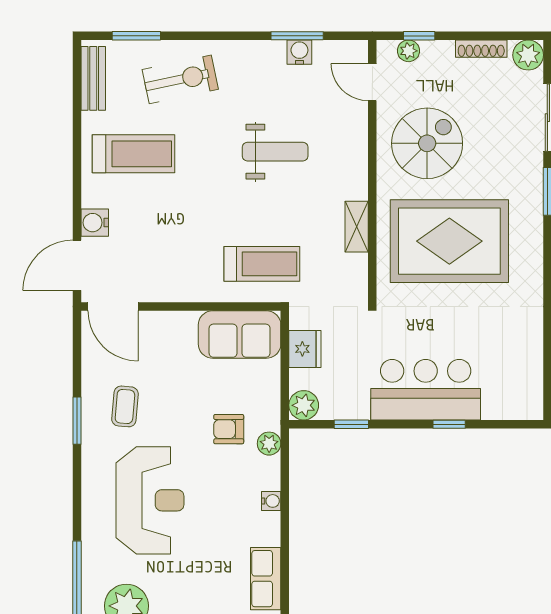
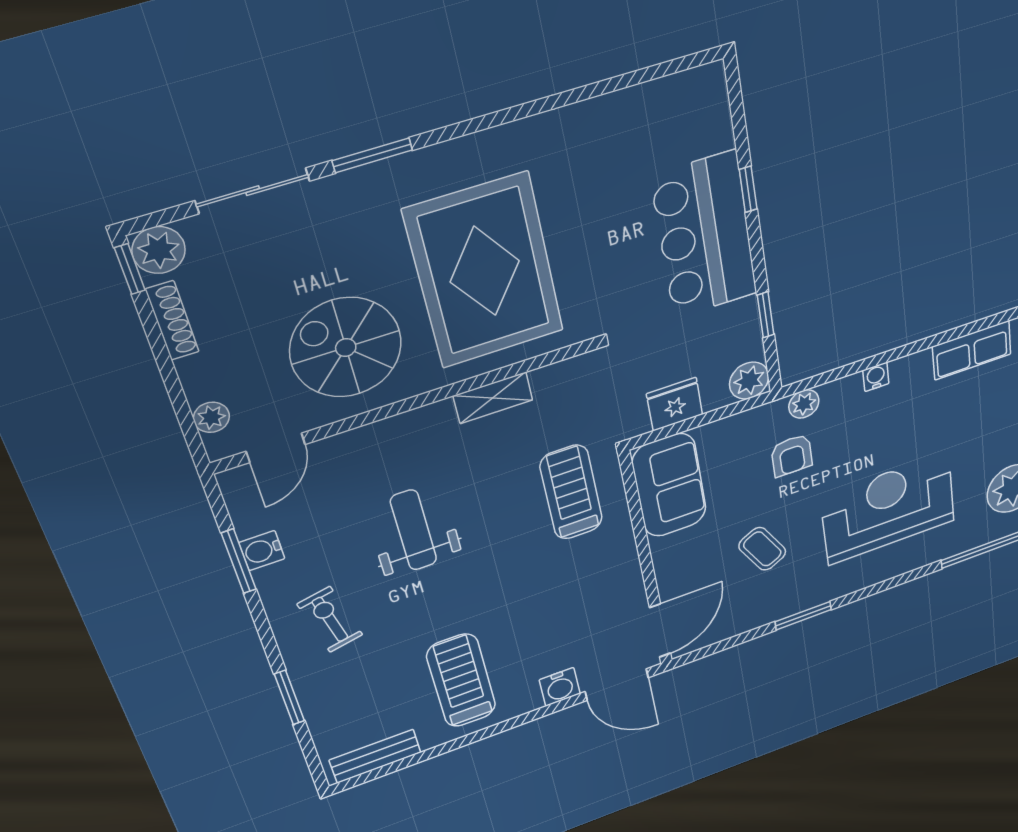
window: (136, 36) -> (289, 698), moved
window: (419, 36) -> (130, 269), moved
exercise bike: (180, 79) -> (330, 620), moved, width x0.73, depth x0.72
coffee table: (125, 406) -> (762, 549), moved, turned 56

